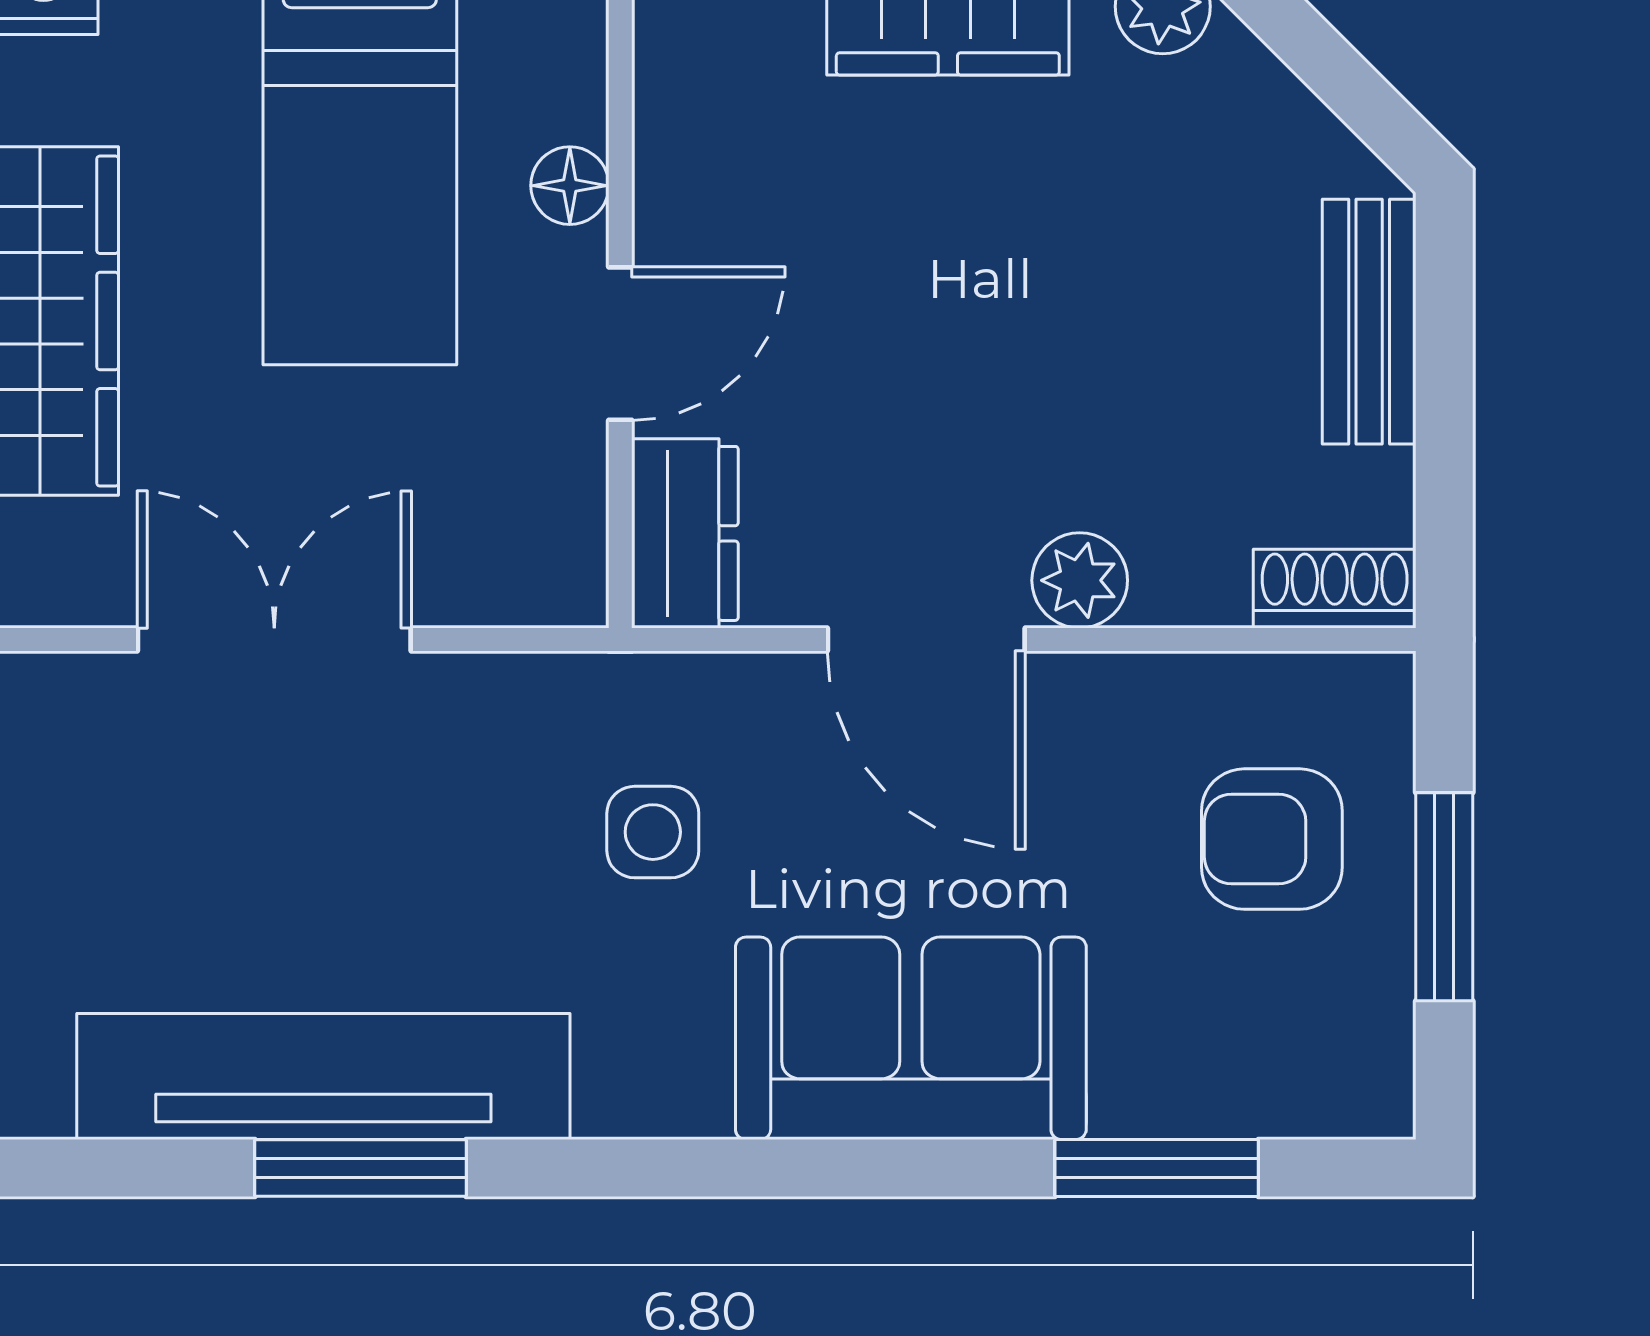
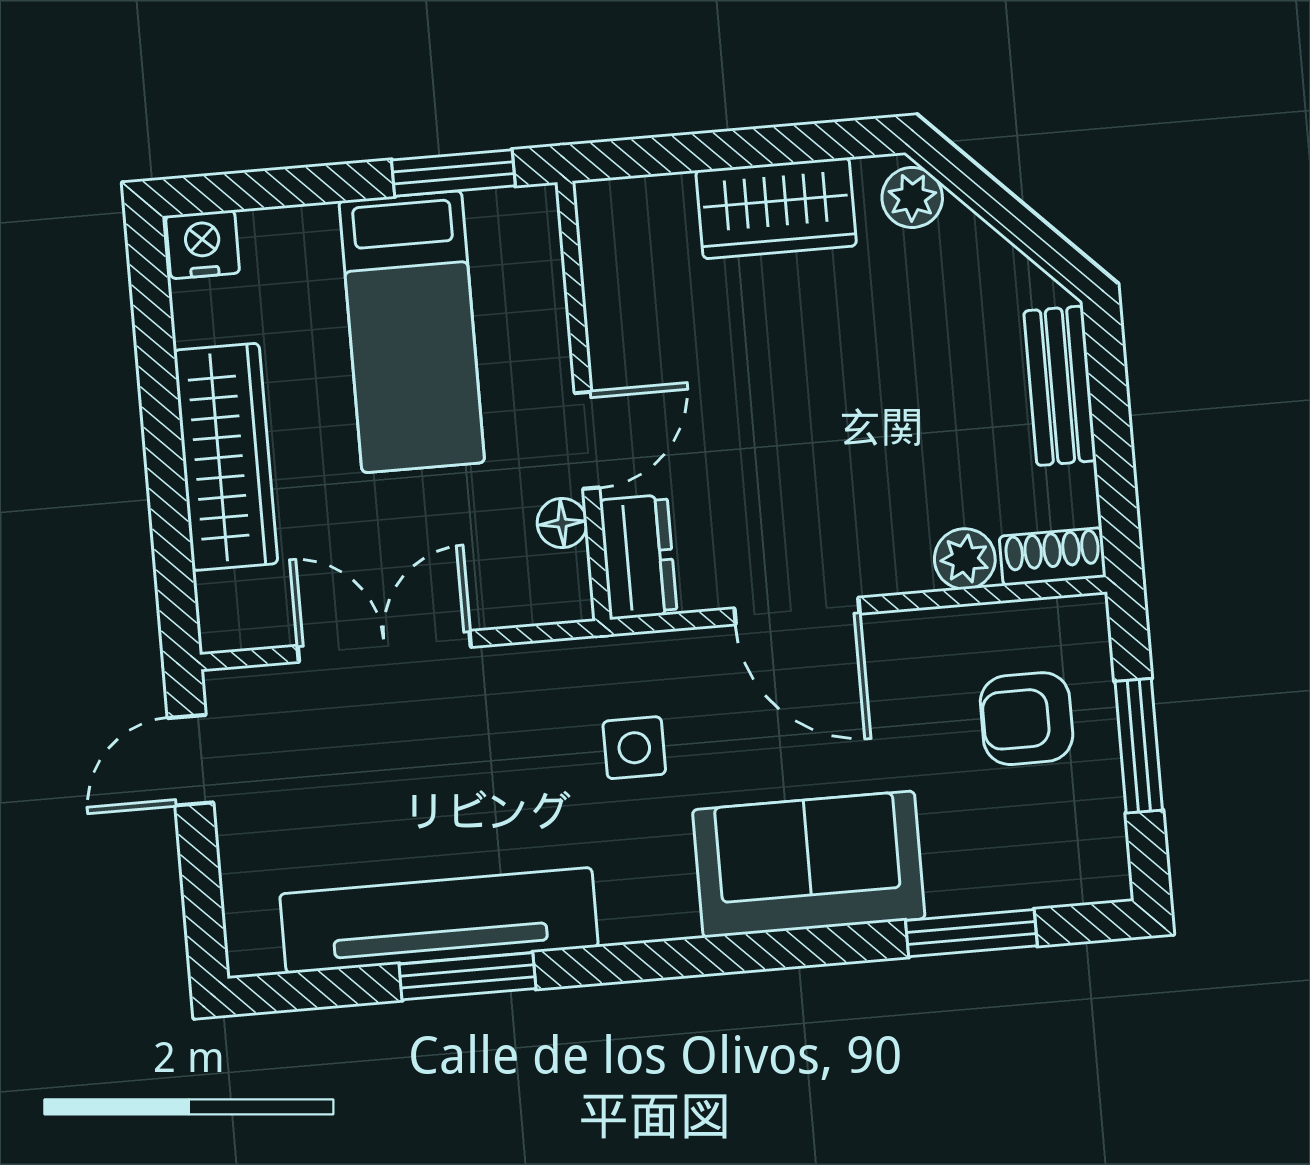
floor lamp: (570, 186) -> (562, 523), moved
plant: (1080, 580) -> (965, 559), moved

